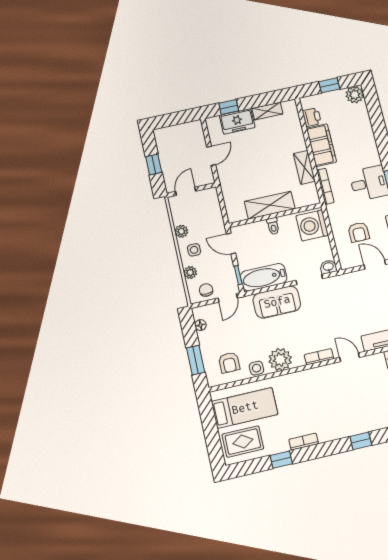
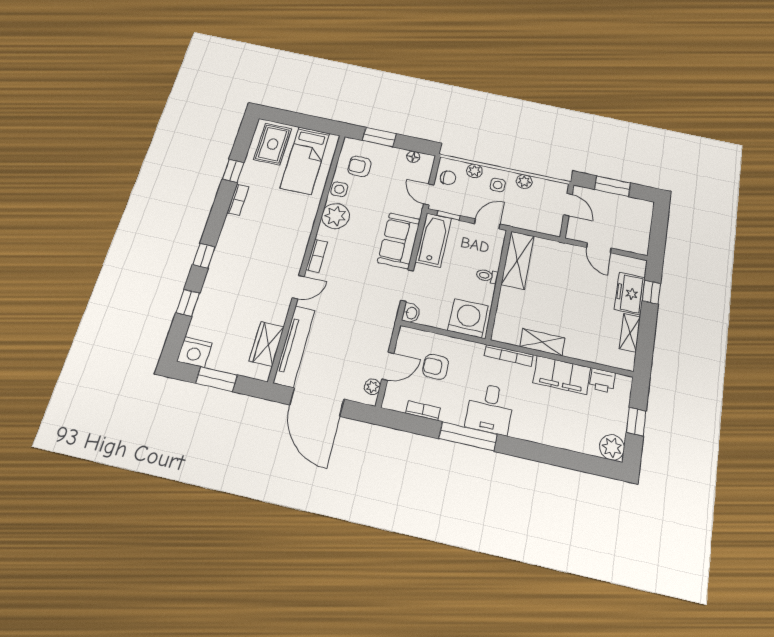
window: (154, 164) -> (613, 186), width x1.50
shelving: (270, 205) -> (518, 260), moved

